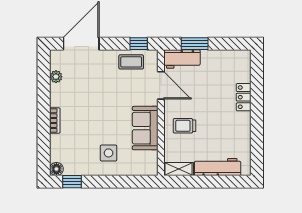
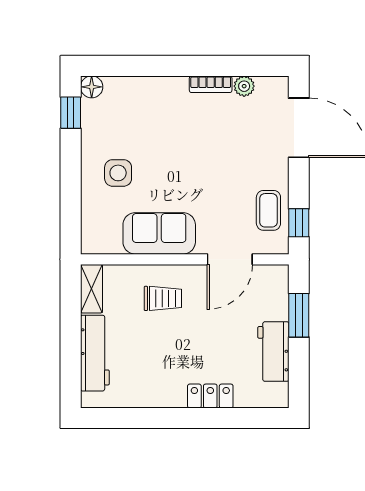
workbench: (182, 59) -> (273, 352), moved
bookcase: (55, 121) -> (211, 84), moved
trolley: (184, 126) -> (163, 298), turned 90

